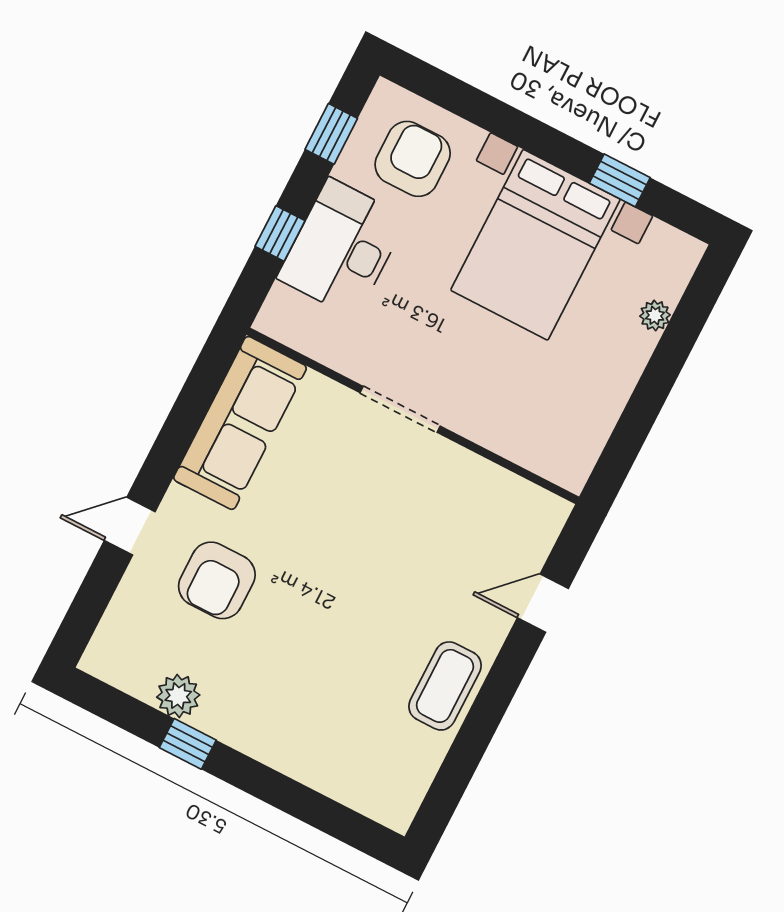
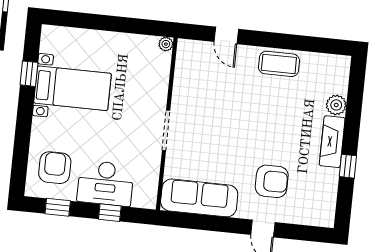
armchair: (413, 159) -> (55, 168), turned 90
bed with nightstands: (535, 245) -> (73, 88), width x0.73
plant: (655, 316) -> (166, 44), moved
plant: (178, 696) -> (336, 105), moved
fireplace: (249, 732) -> (332, 142), added

